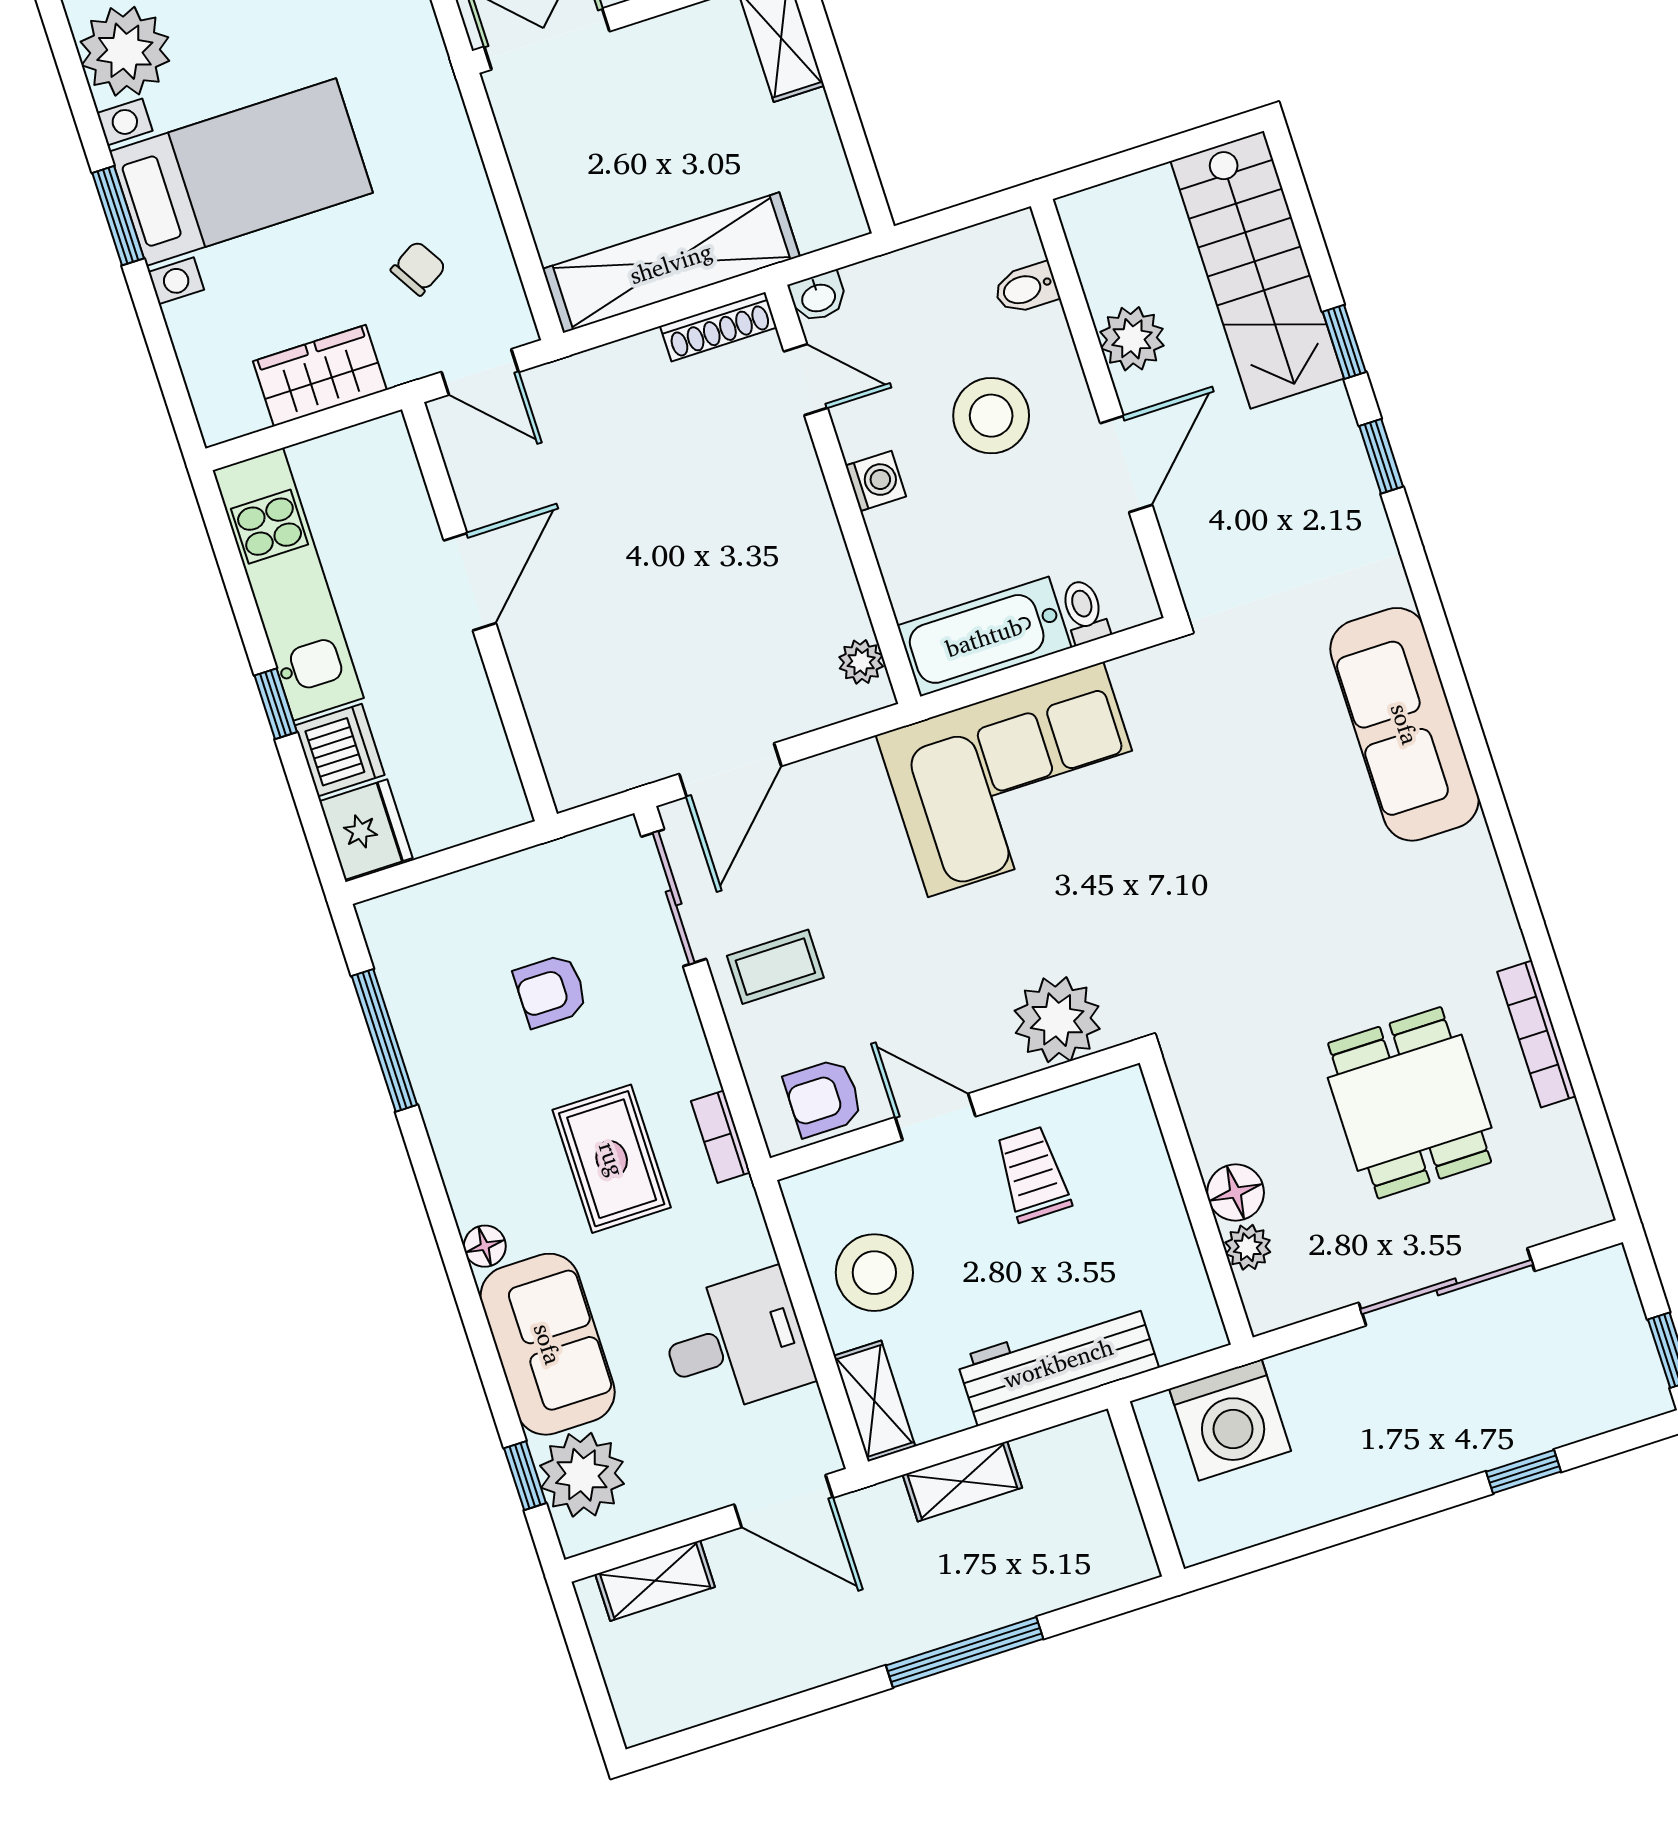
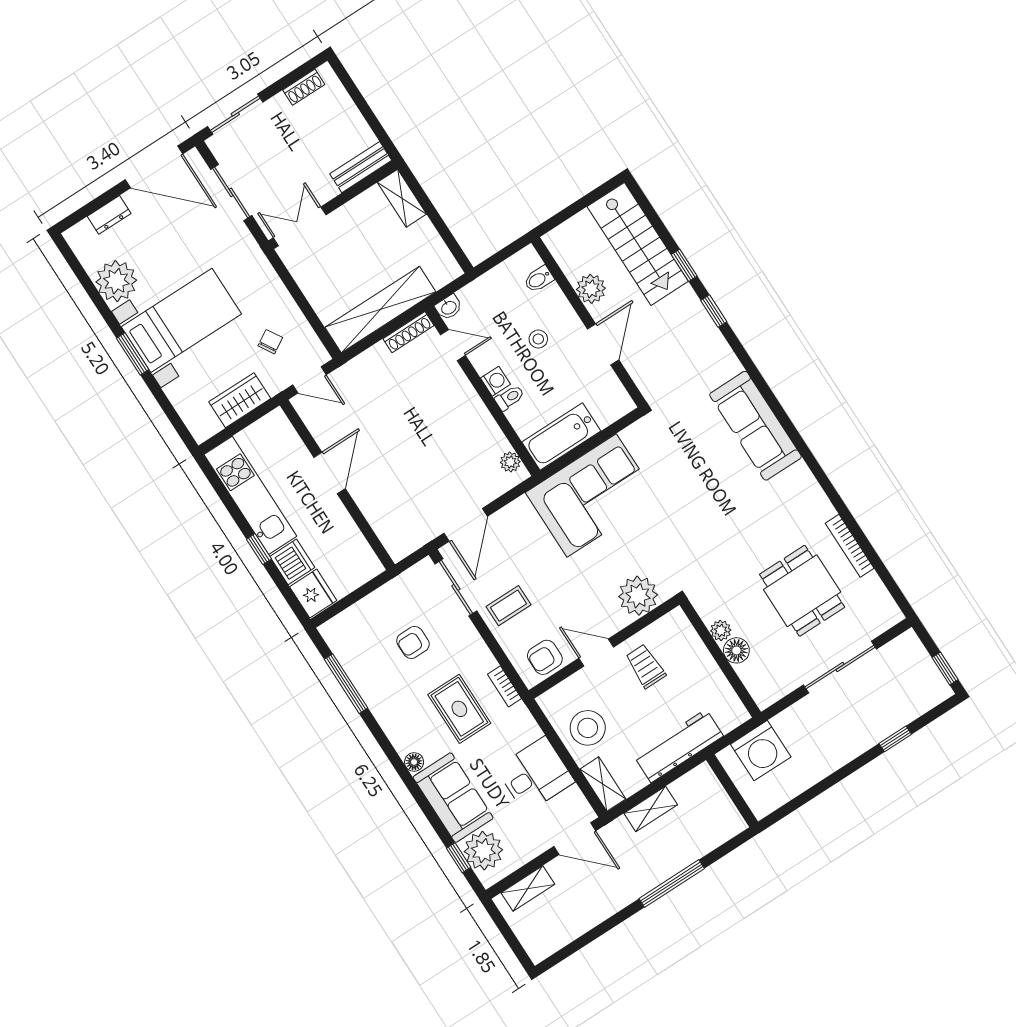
stool: (991, 416) -> (538, 339), width x0.53, depth x0.53
toilet: (1084, 612) -> (510, 398), moved, turned 90
plant: (1248, 1247) -> (721, 630), moved

